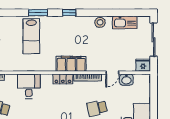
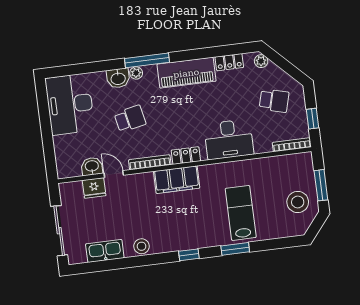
fridge: (143, 65) -> (94, 188), moved
door: (112, 73) -> (114, 174), hinge flipped
desk: (29, 86) -> (229, 139), width x1.37

